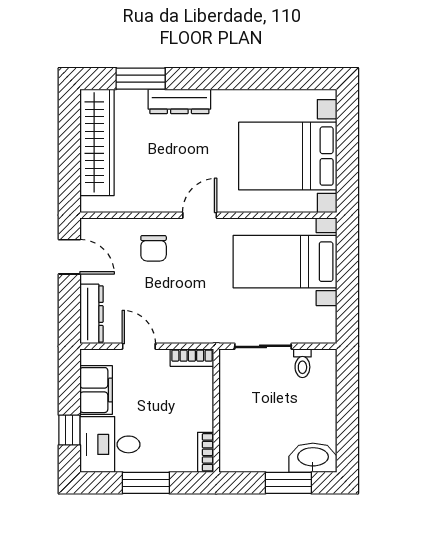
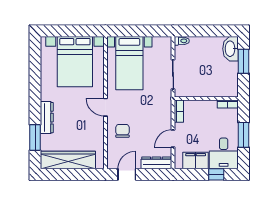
chair: (154, 248) -> (122, 131), turned -90
toilet: (302, 363) -> (182, 41), moved

